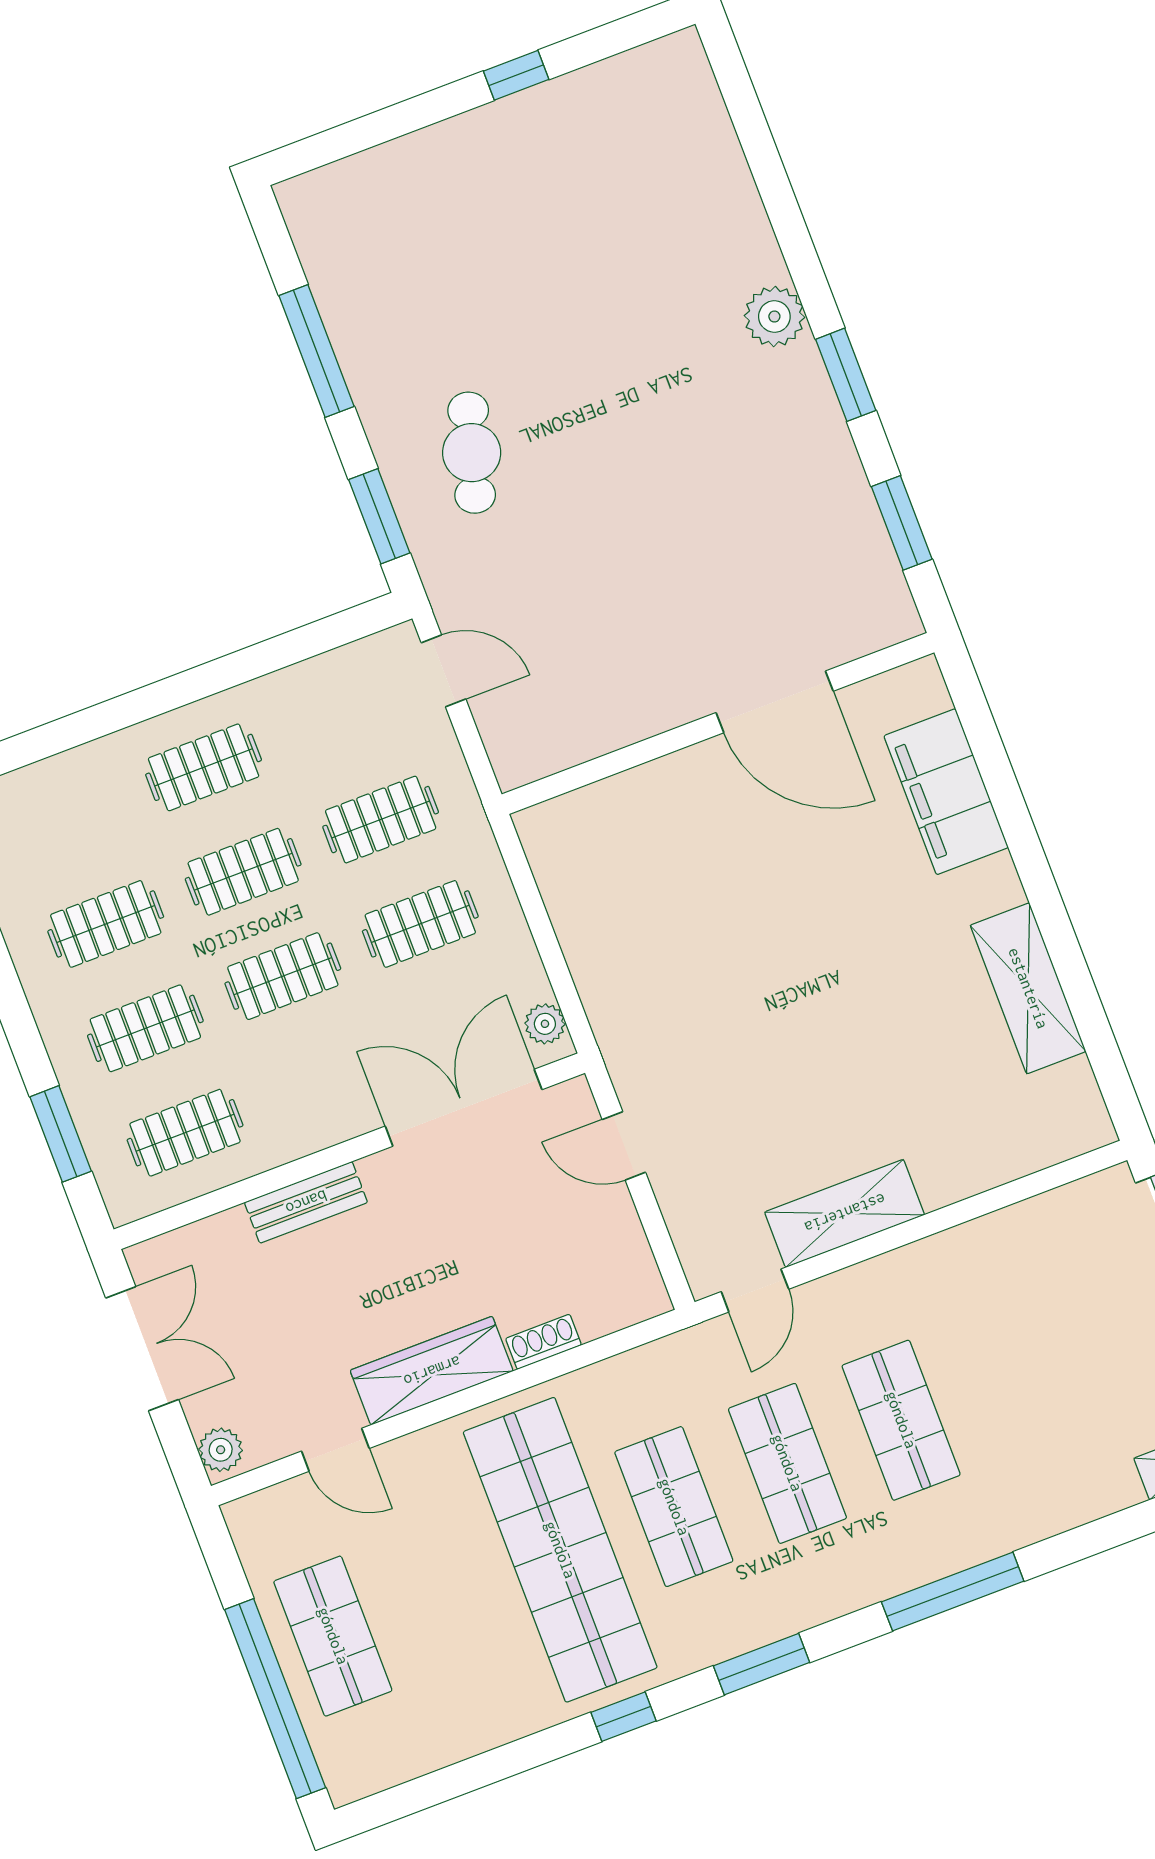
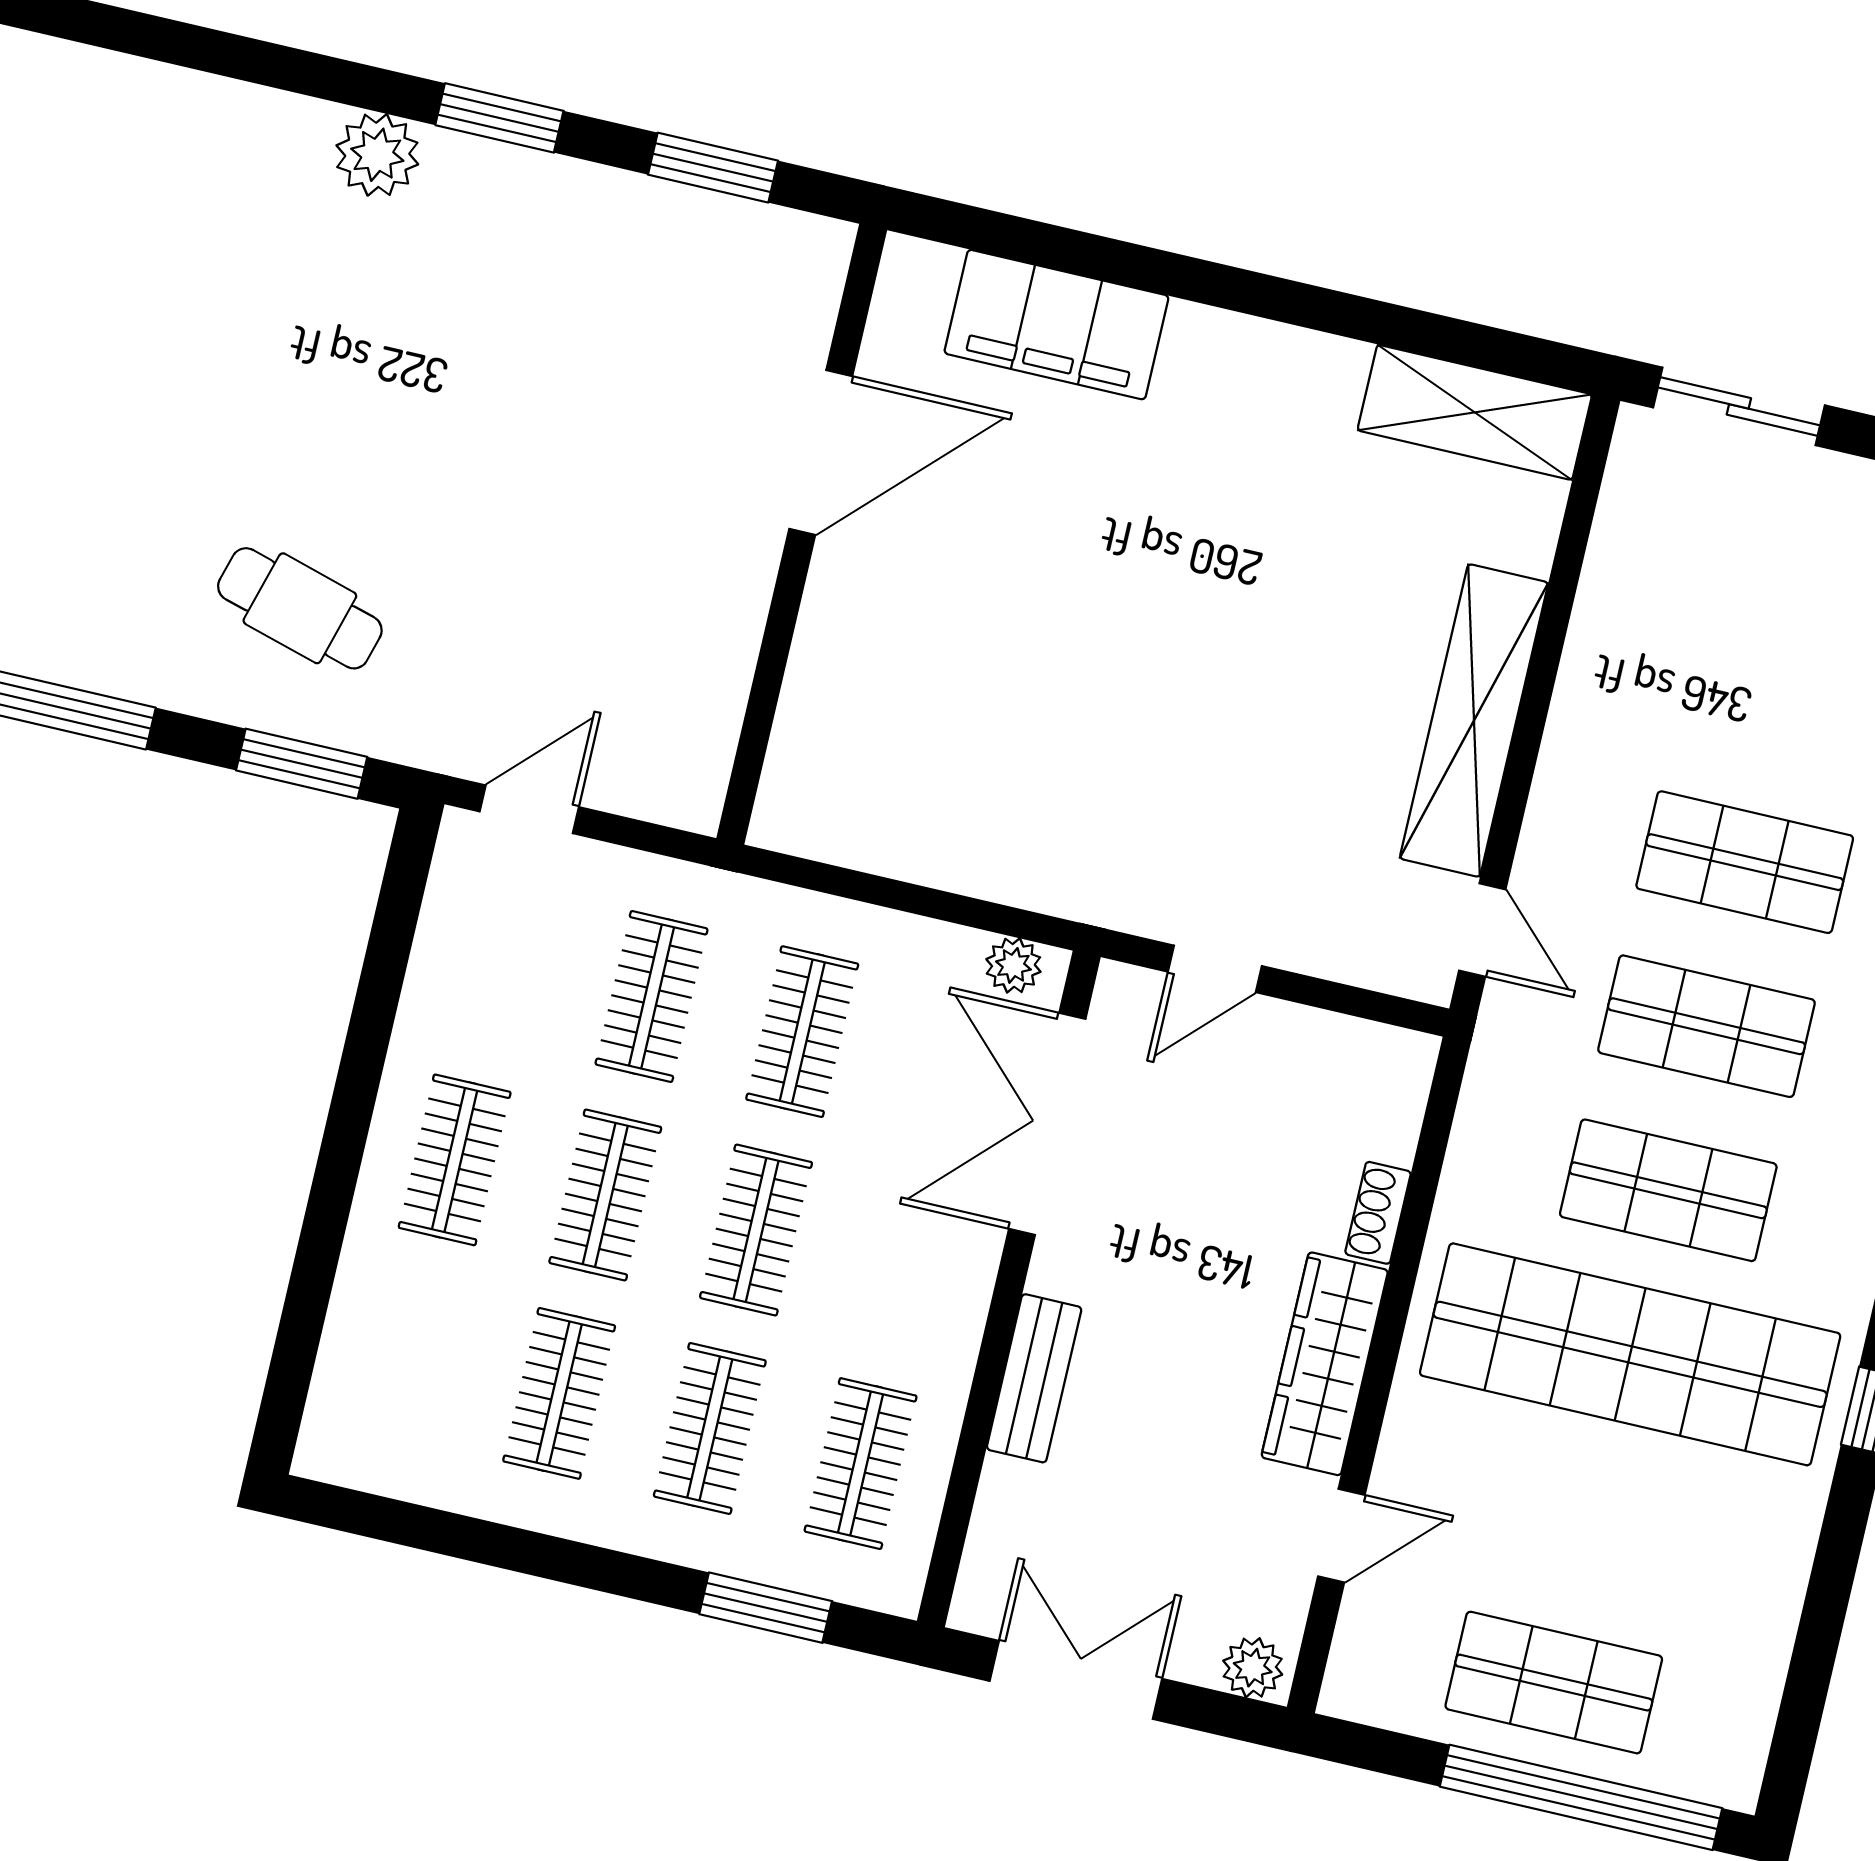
shelving: (1028, 988) -> (1475, 412), moved
shelving: (845, 1213) -> (1474, 720), width x1.47

